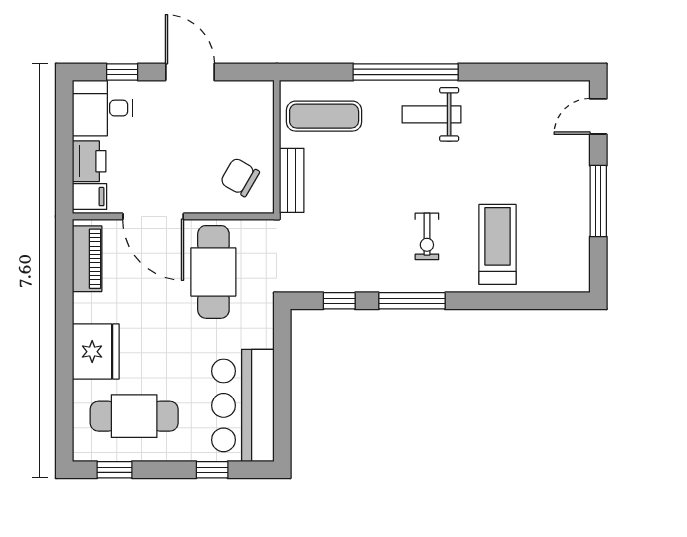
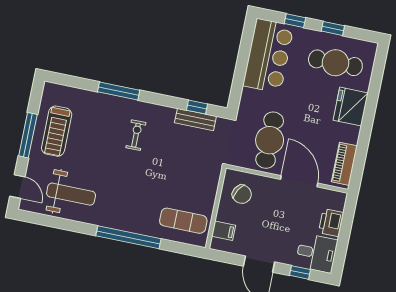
weight bench: (432, 114) -> (71, 194), moved, width x1.36, depth x1.33
door: (598, 116) -> (17, 186), hinge flipped
bench: (292, 180) -> (195, 120), moved, turned 90
filing cabinet: (90, 197) -> (224, 231), moved, turned 180
treadmill: (498, 244) -> (57, 131), moved
window: (412, 301) -> (119, 91), moved
window: (114, 470) -> (333, 28), moved

